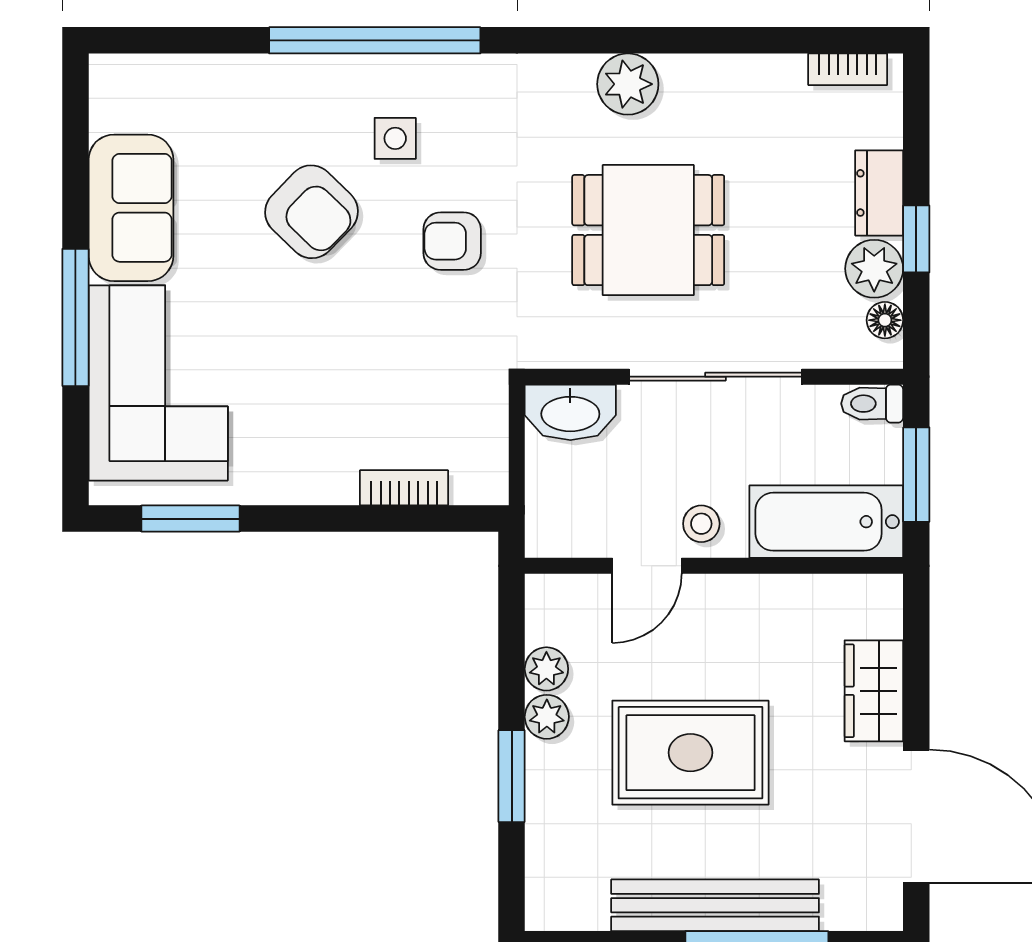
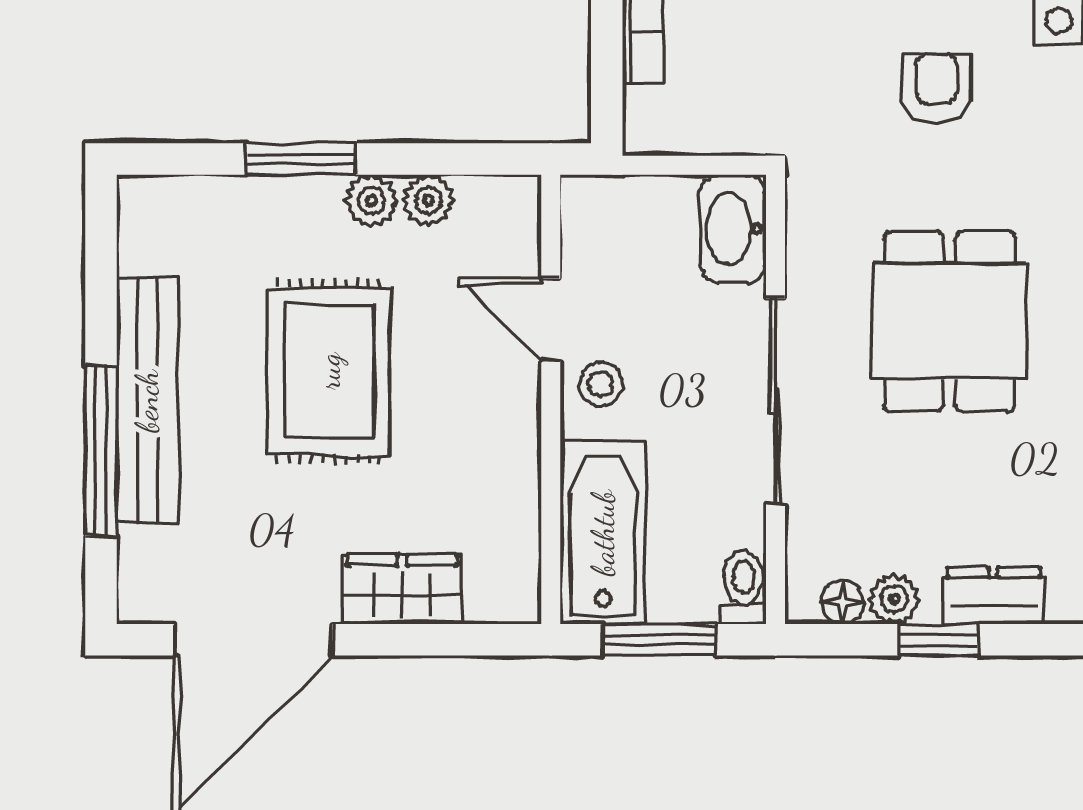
plant: (874, 269) -> (894, 599), width x0.73, depth x0.73

